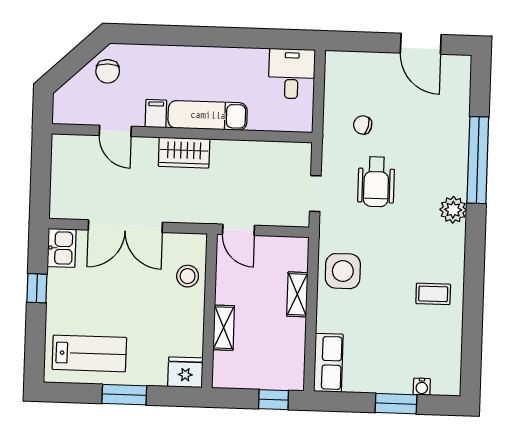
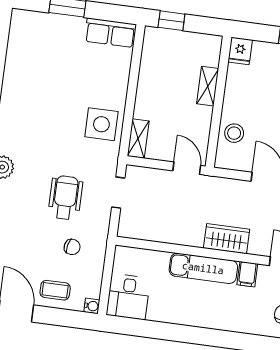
shelving: (297, 294) -> (138, 138), moved
coffee table: (433, 294) -> (55, 290), moved
row of seats: (328, 363) -> (110, 33), moved, turned -90
fridge: (185, 372) -> (240, 51), width x0.72
water cooler: (422, 387) -> (92, 306), moved, turned 90

